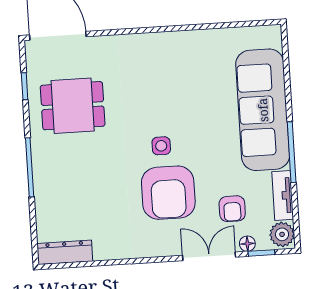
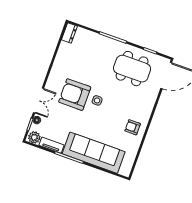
dining table: (73, 106) -> (132, 69), width x1.38
armchair: (232, 209) -> (133, 127), moved
dresser: (65, 252) -> (69, 33), width x0.70

